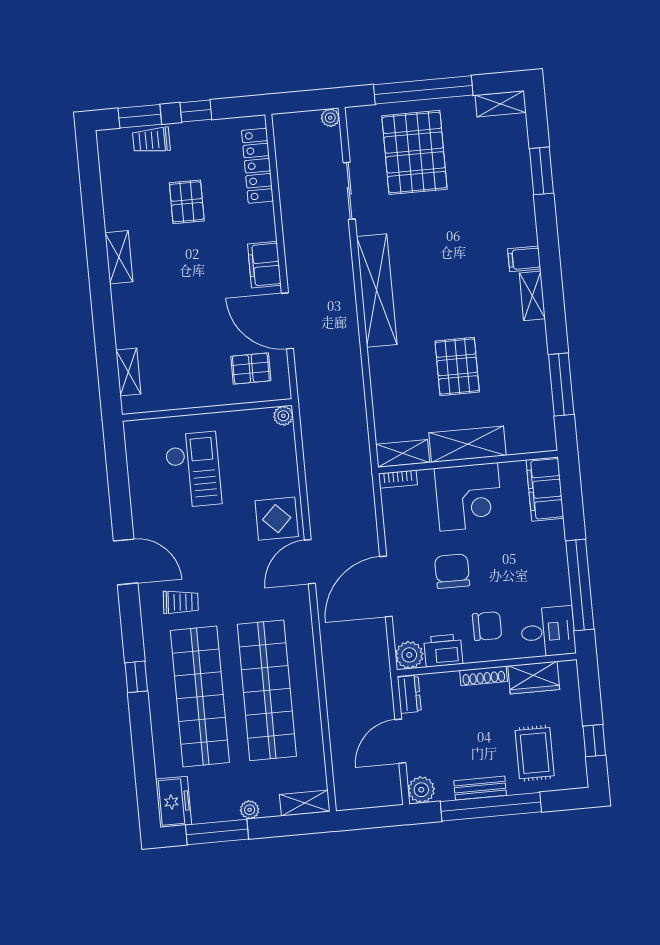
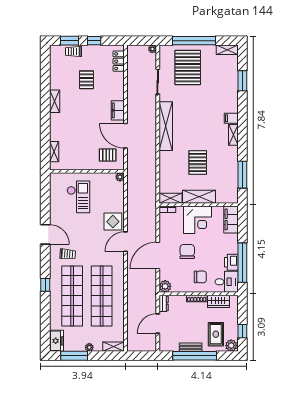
locker: (257, 166) -> (119, 61), width x0.66
printer: (443, 651) -> (231, 262), moved, turned -90
plant: (421, 790) -> (231, 346), moved

